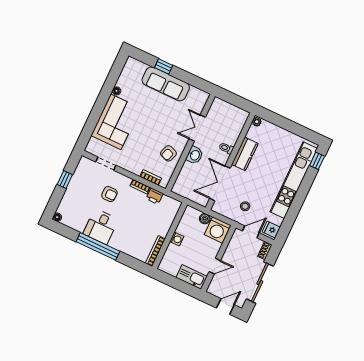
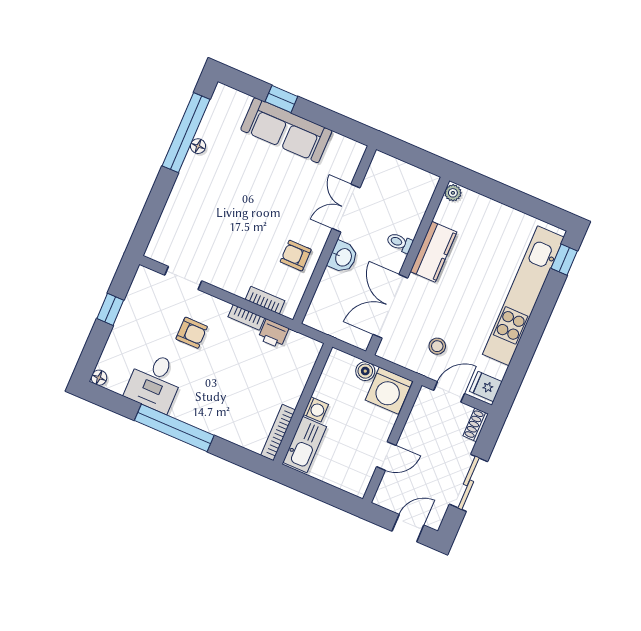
window: (110, 83) -> (186, 133), added
corner sofa: (116, 122) -> (198, 202), removed
armchair: (168, 153) -> (296, 256), turned 70
desk: (101, 227) -> (155, 382), moved
kitchen sink: (192, 277) -> (305, 445), moved, turned 90
sliding door: (260, 283) -> (469, 483), width x0.73

